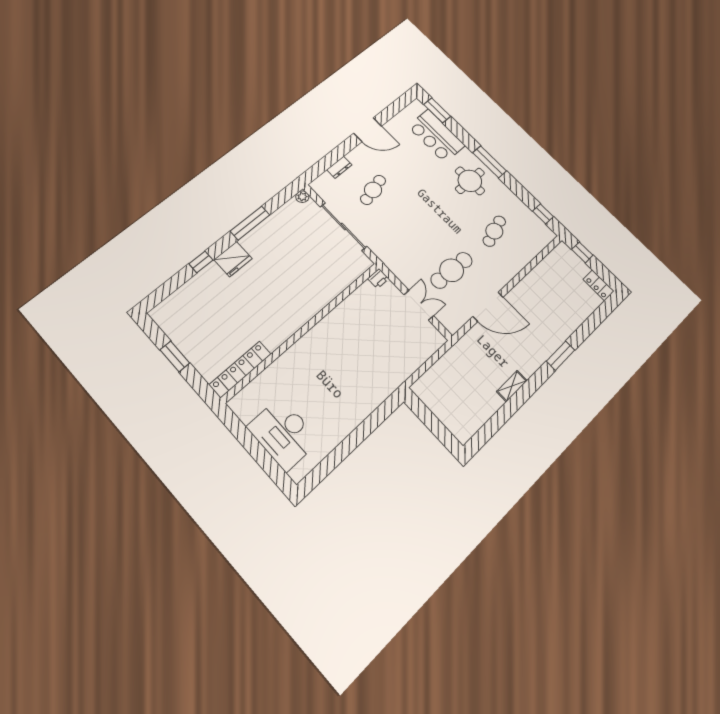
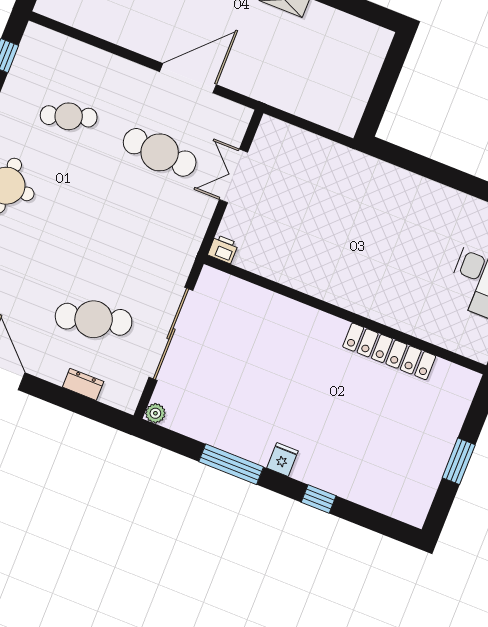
cafe table: (373, 190) -> (94, 319), width x1.37, depth x1.35
fridge: (233, 259) -> (282, 459), width x0.53, depth x0.75
door: (488, 307) -> (188, 78), hinge flipped
locker: (240, 369) -> (389, 351), moved

